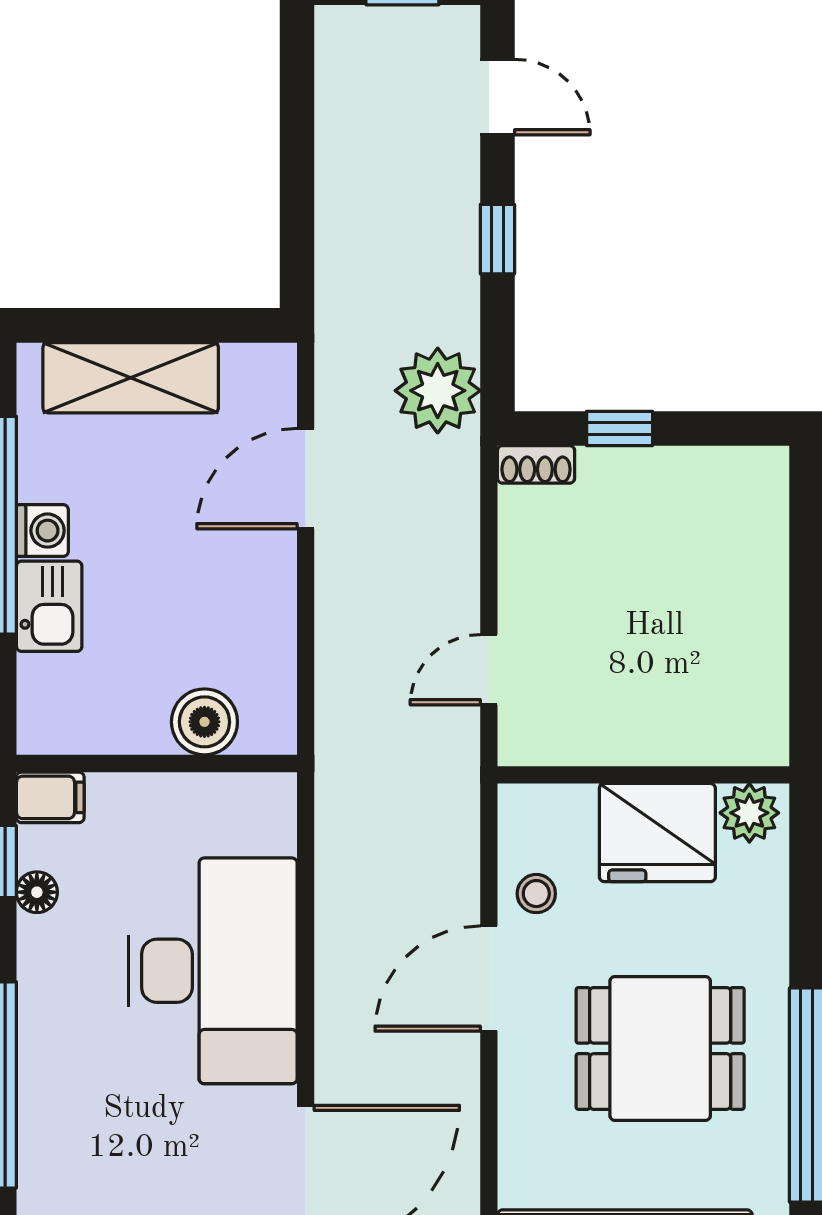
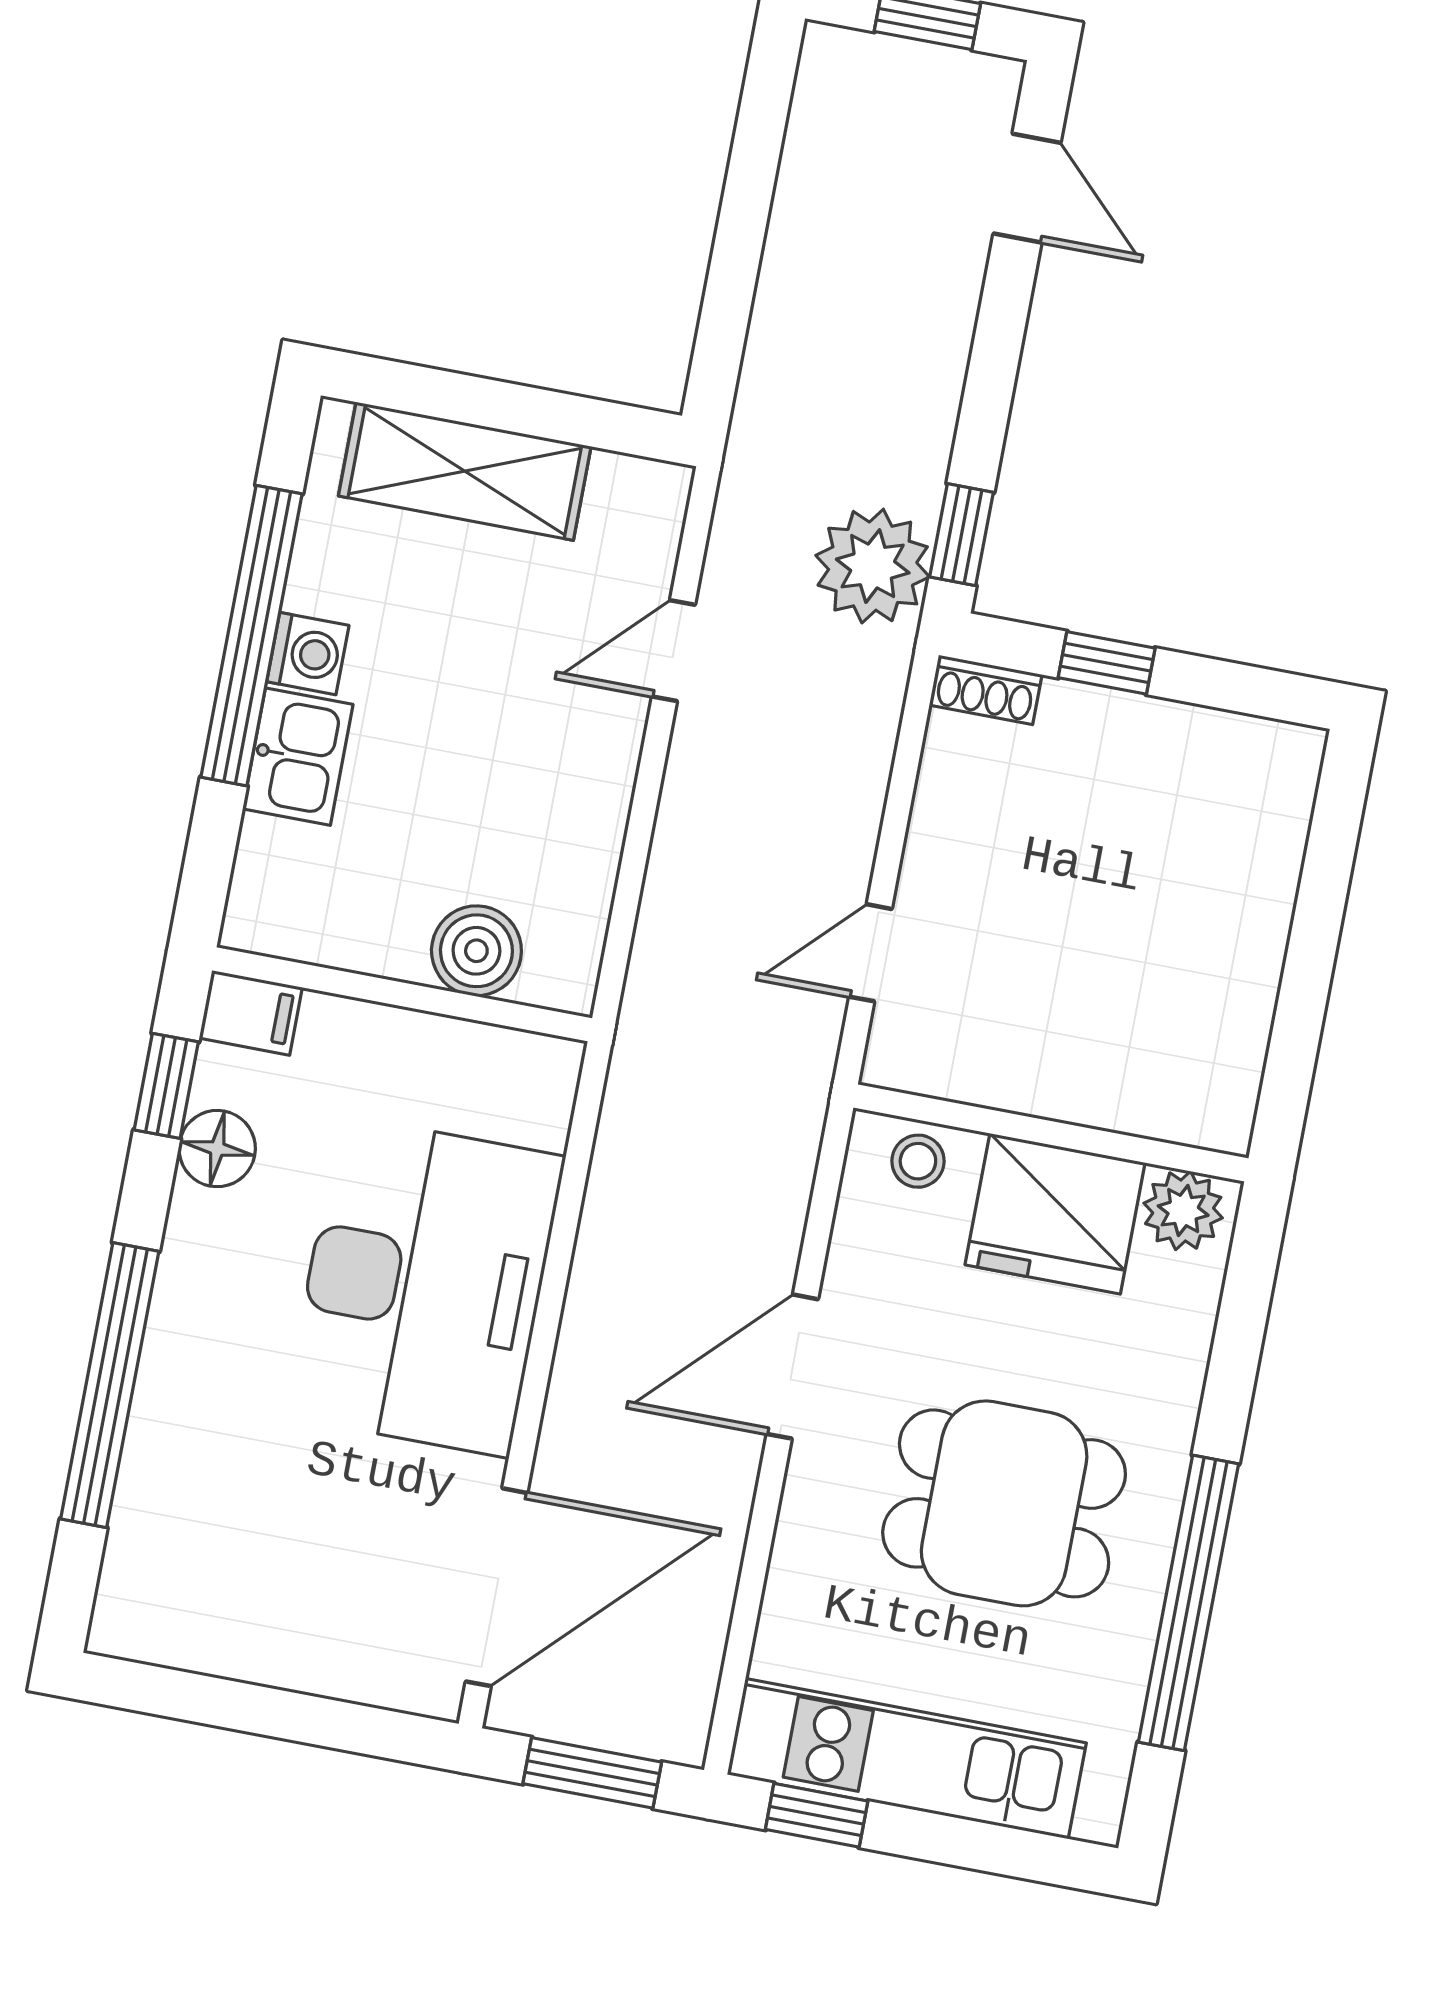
window: (497, 239) -> (961, 535), moved
door: (306, 479) -> (674, 651), width x0.73
floor lamp: (37, 892) -> (217, 1149), width x1.37, depth x1.37
stool: (536, 894) -> (918, 1161), moved

